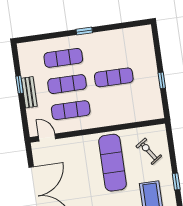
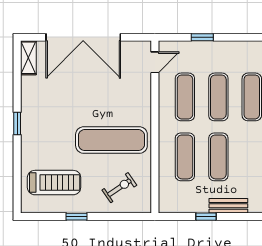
window: (20, 85) -> (202, 37), moved
bench: (29, 92) -> (228, 206), moved
exercise mat: (118, 103) -> (185, 157), added

